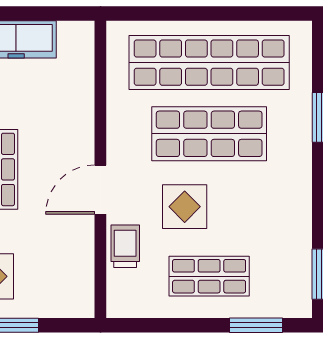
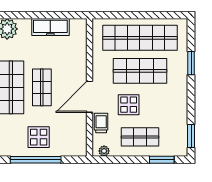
door: (100, 190) -> (90, 97), width x1.36
plant: (132, 306) -> (104, 151), added

